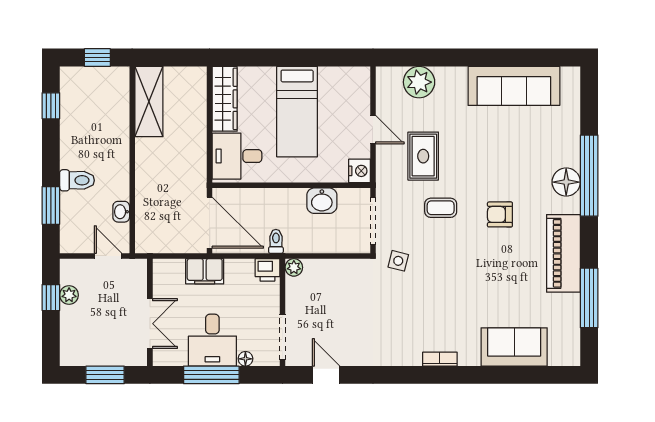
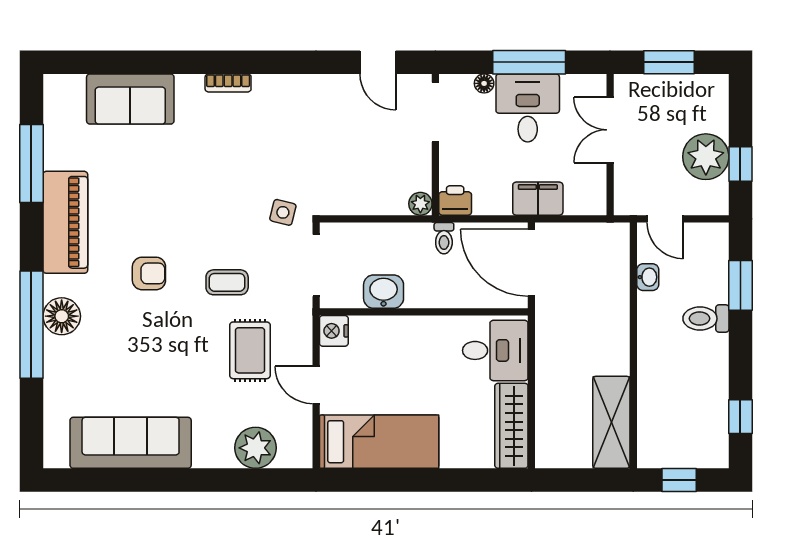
bed: (297, 112) -> (379, 442), moved, turned 90
plant: (69, 295) -> (706, 157), width x1.88, depth x1.88

